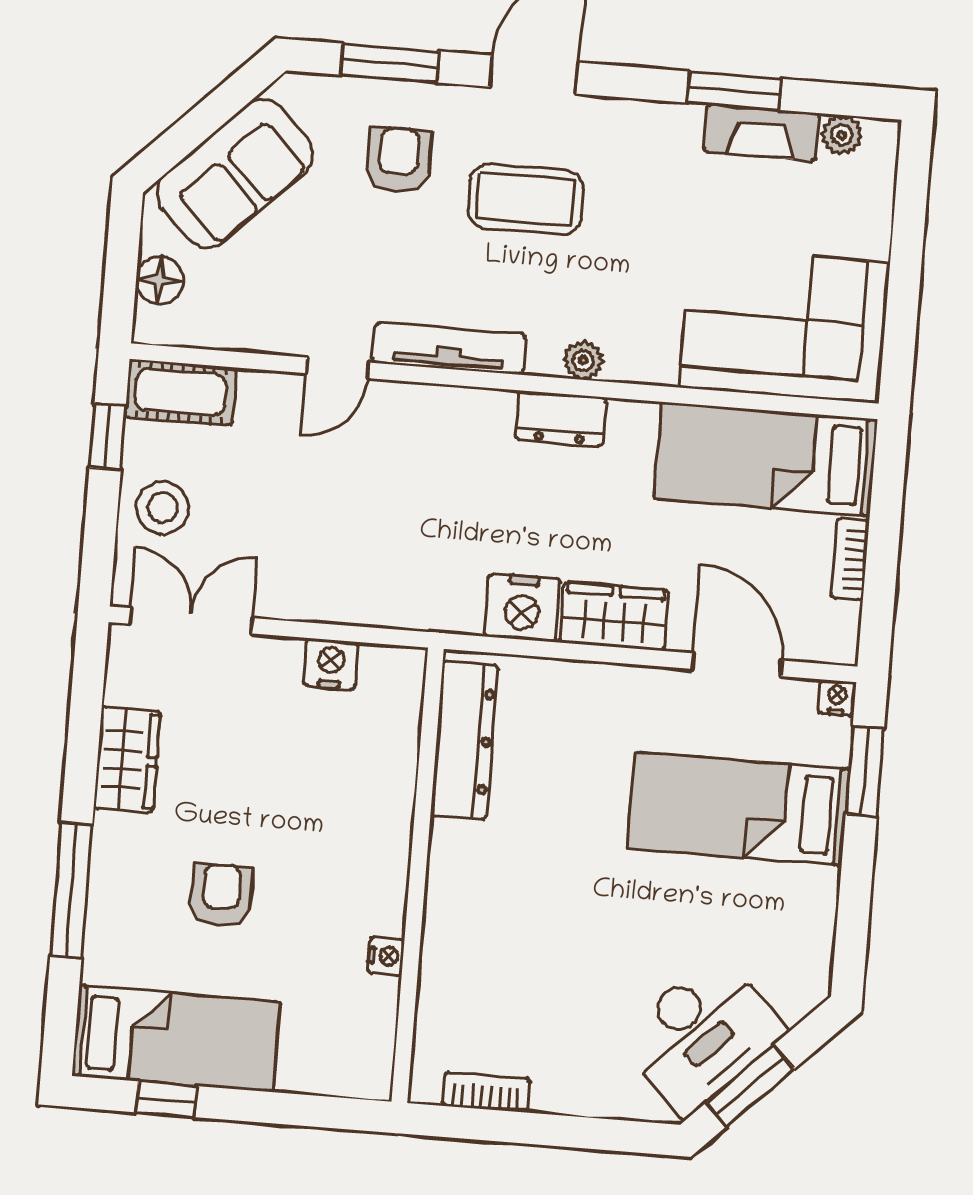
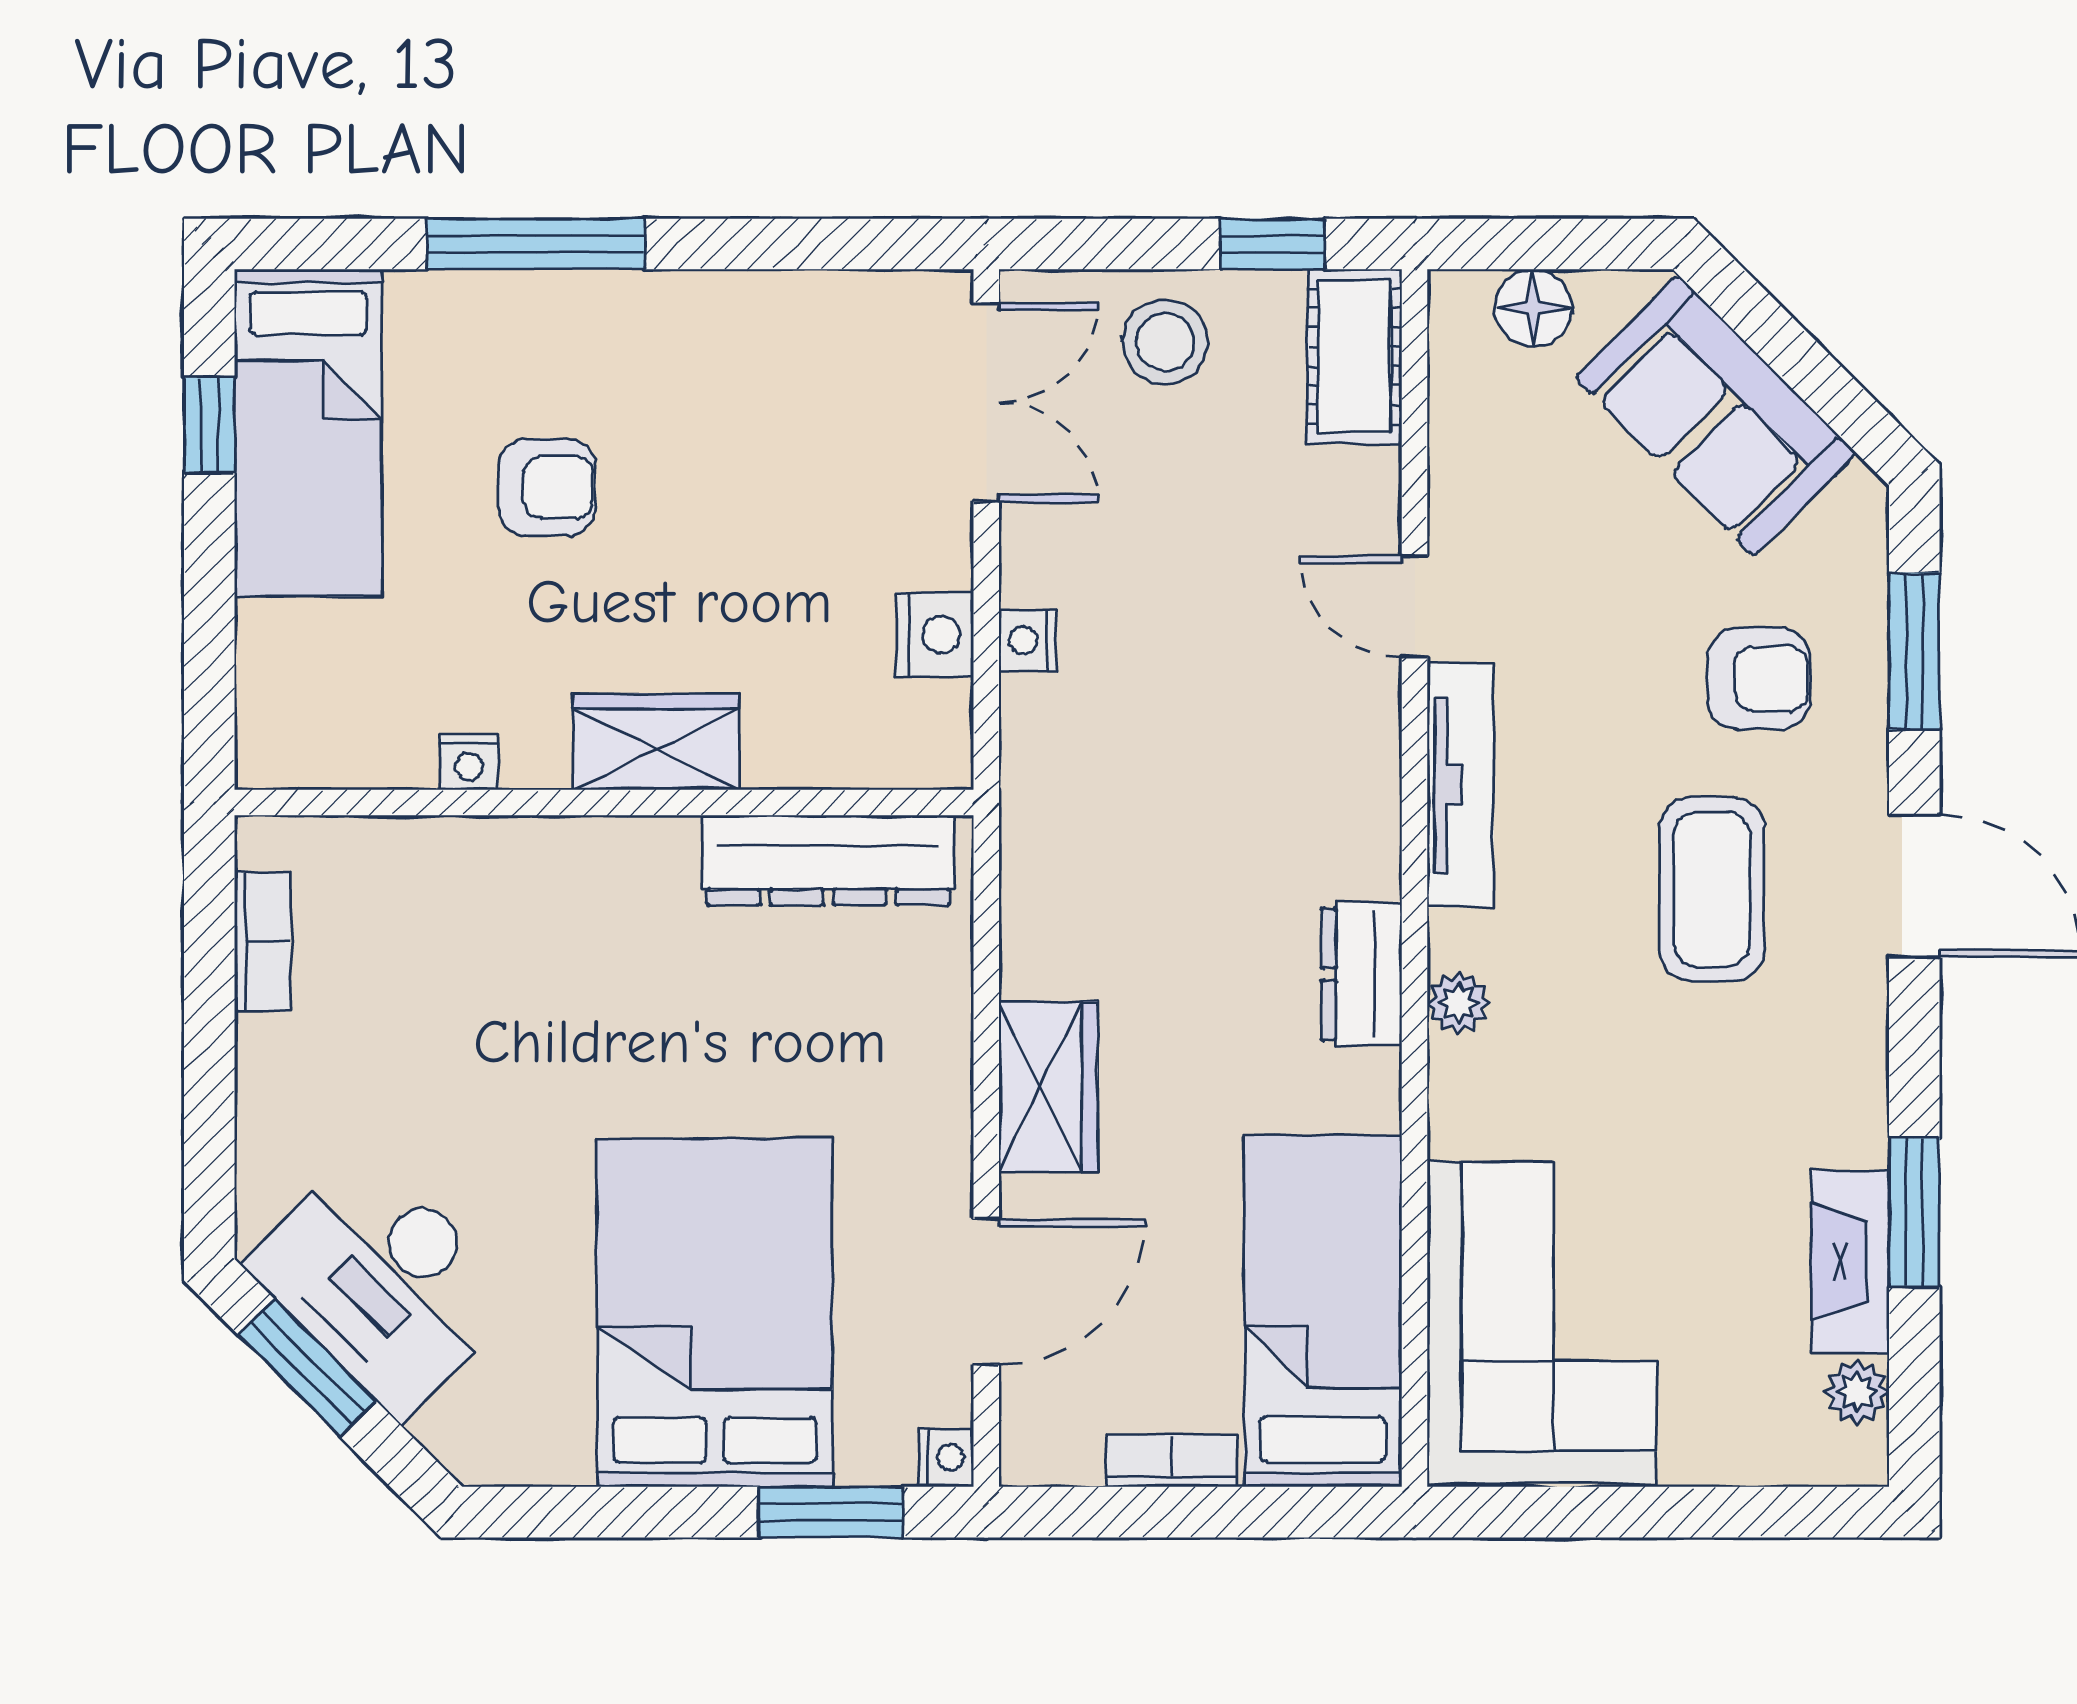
nightstand: (522, 608) -> (1028, 640), moved, width x0.53, depth x0.56
wardrobe: (127, 760) -> (656, 742), moved, turned 180
bed: (739, 809) -> (715, 1313), width x1.50

